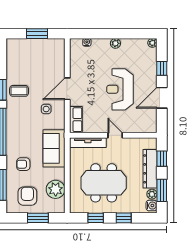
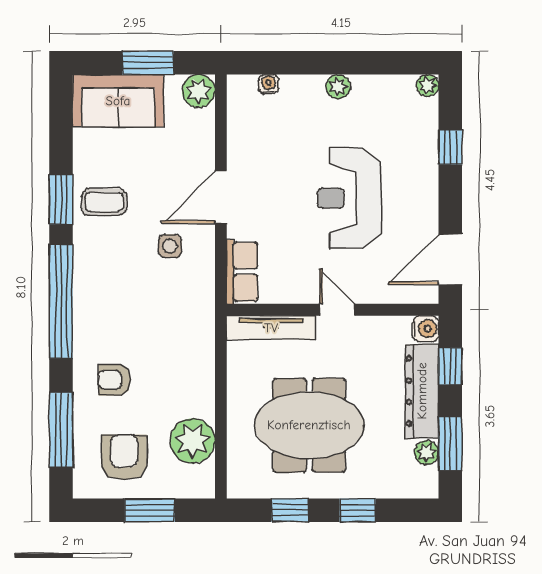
plant: (58, 45) -> (199, 91), added
door: (162, 98) -> (450, 259), moved
sofa: (54, 148) -> (118, 101), moved, turned -90
water cooler: (152, 206) -> (426, 329), moved

